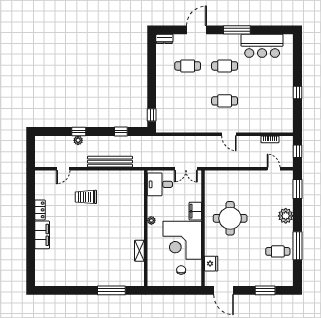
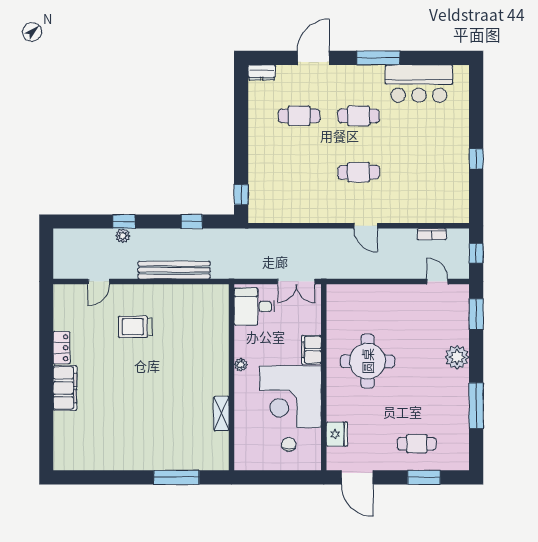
cafe table: (278, 251) -> (417, 444), moved

